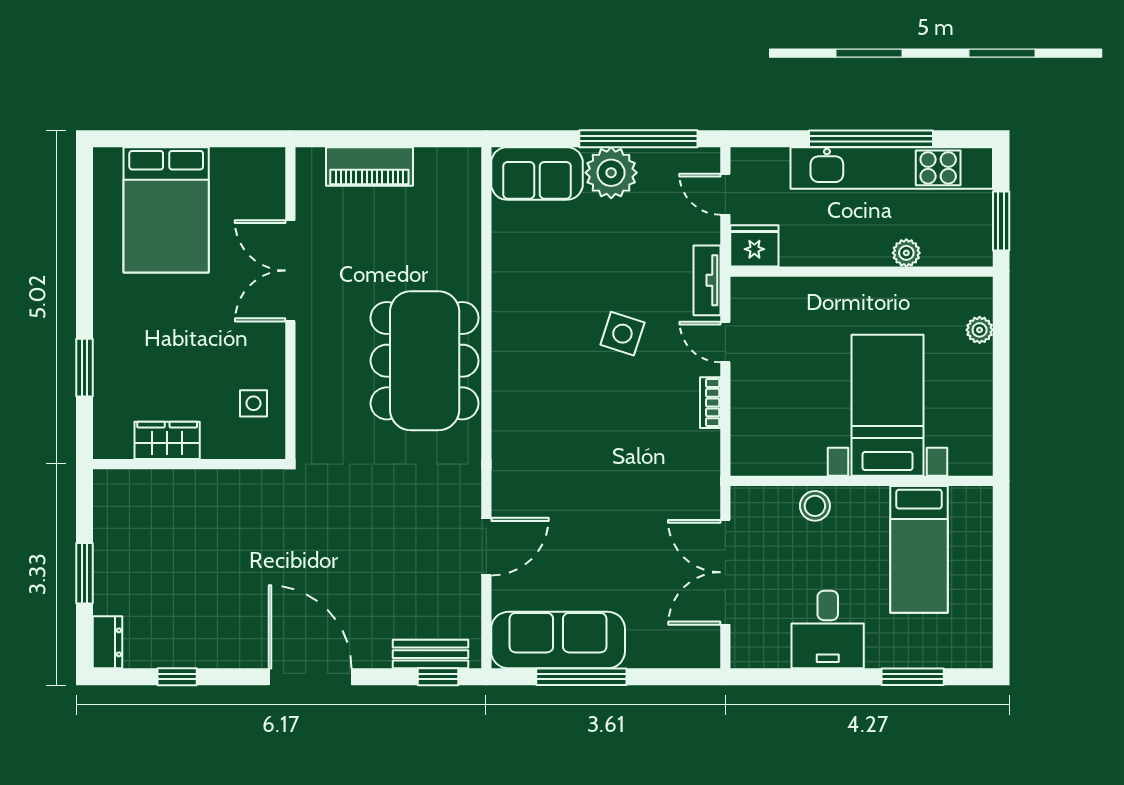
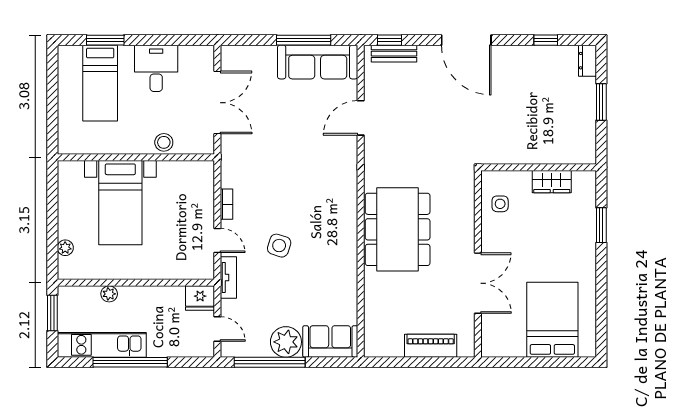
kitchen unit: (892, 168) -> (102, 345), width x0.73
bed: (919, 549) -> (100, 83), moved, turned 180

